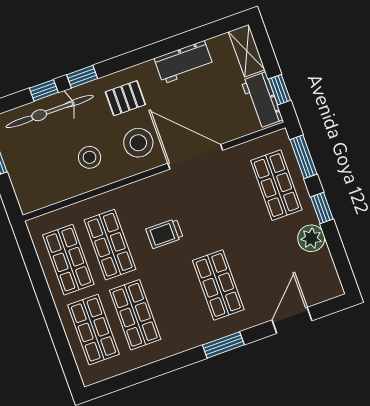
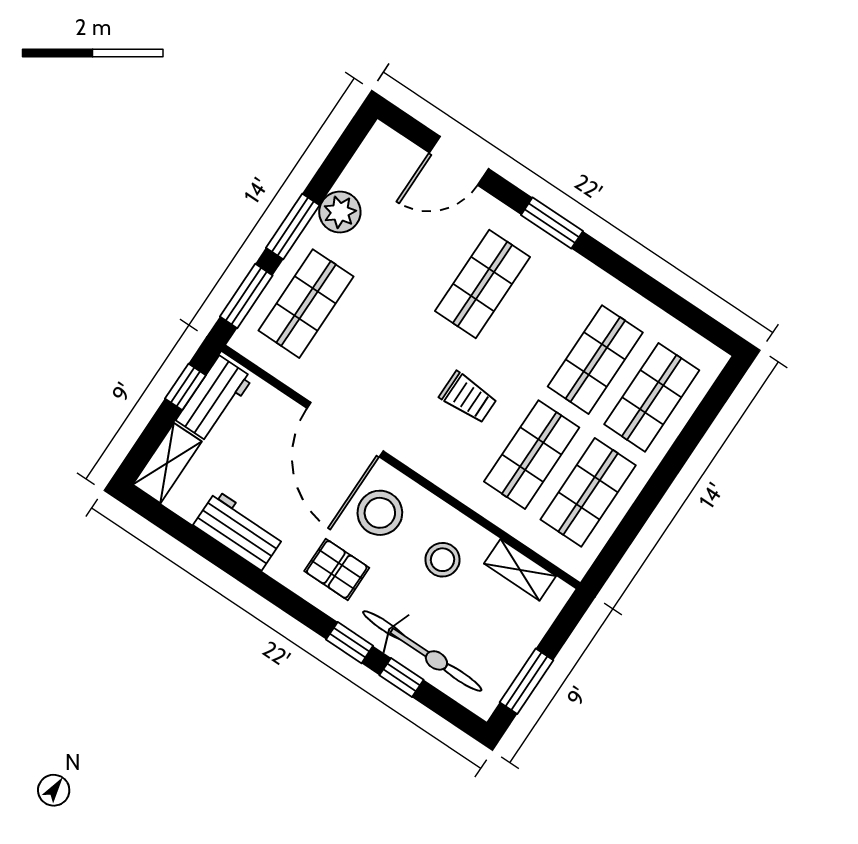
shelving: (54, 194) -> (520, 570), added
window: (322, 208) -> (293, 227), width x1.50

